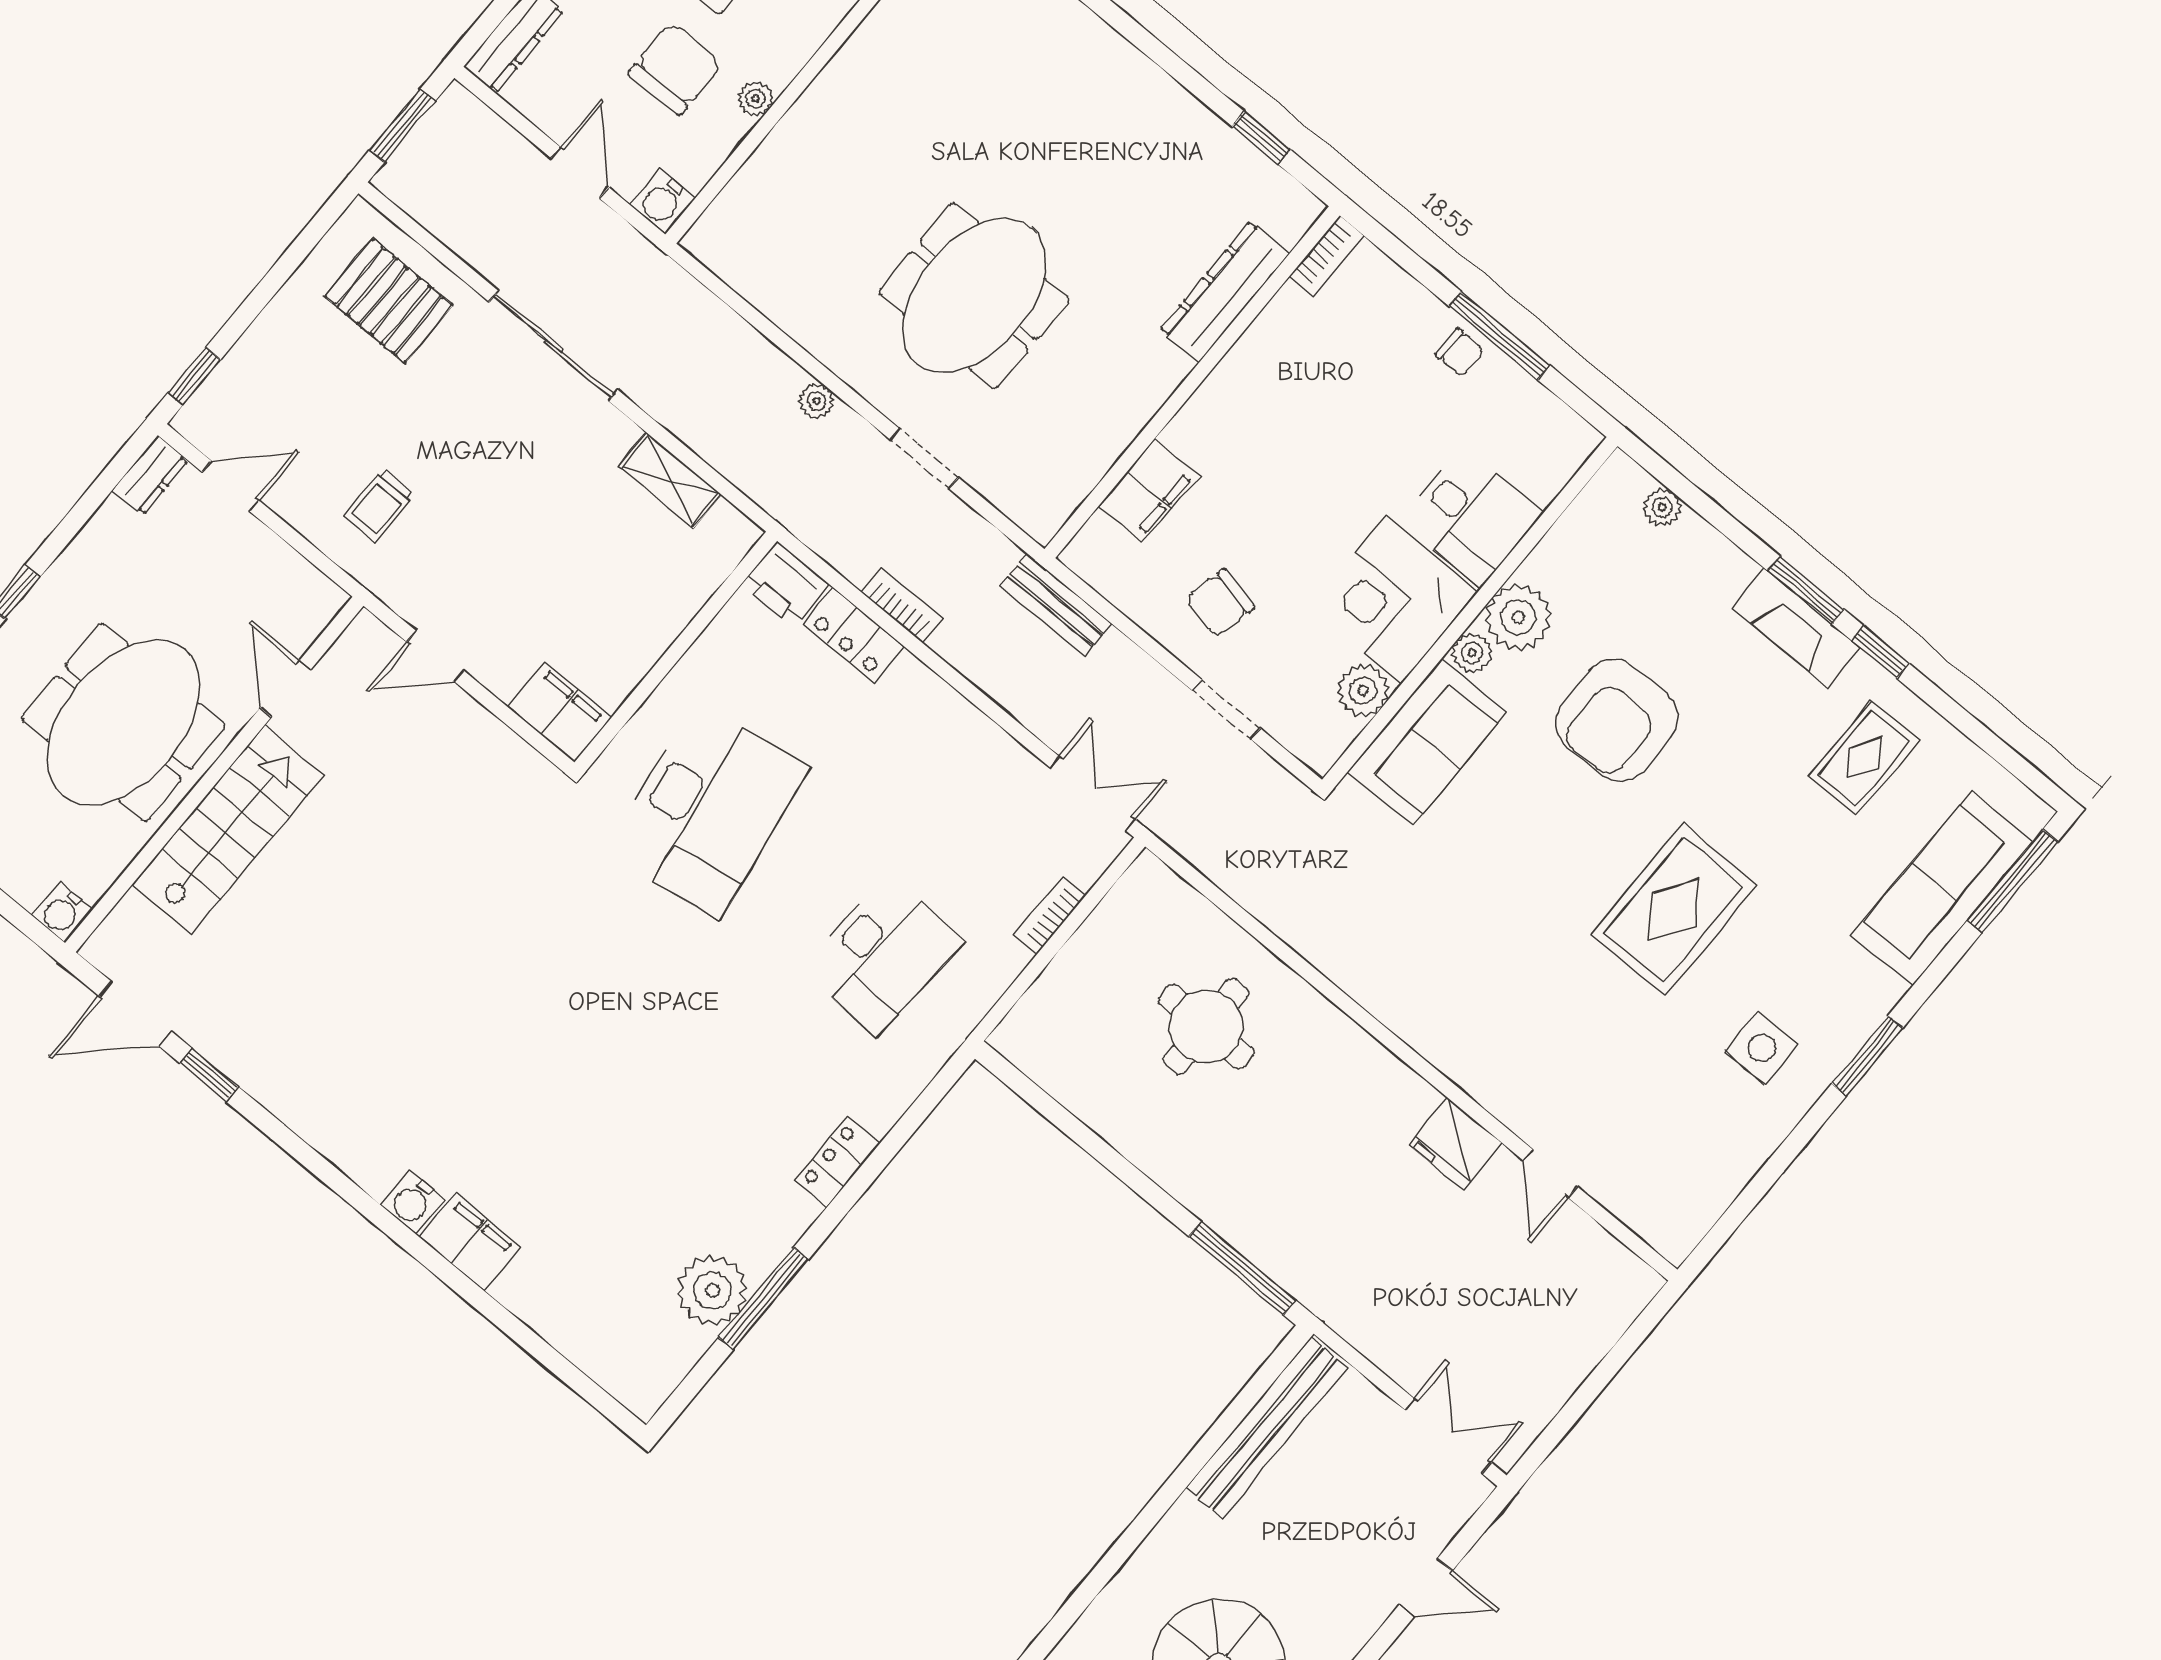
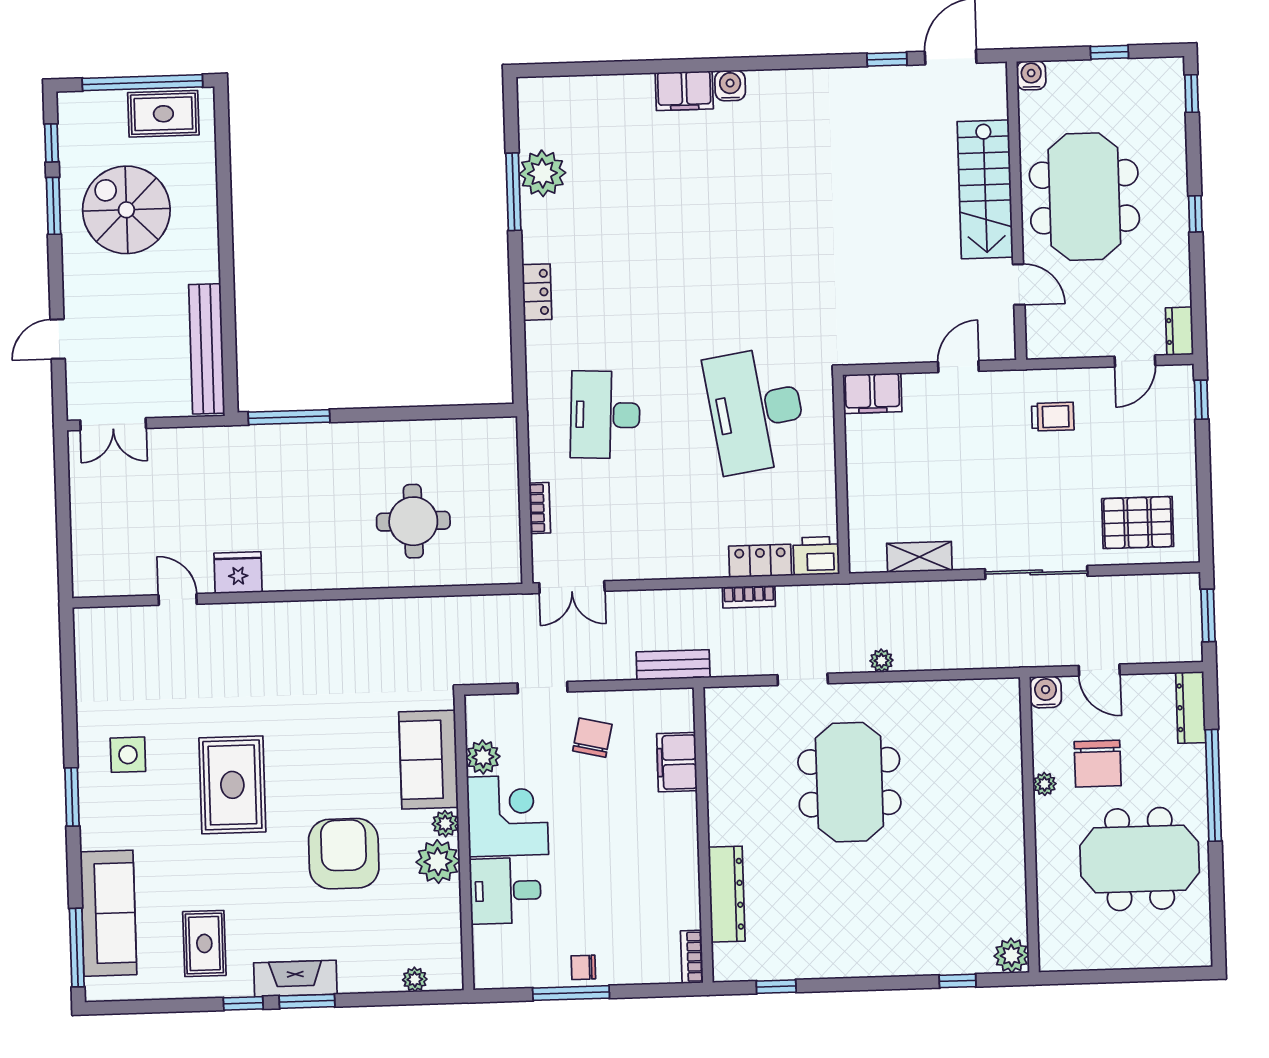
trolley: (379, 505) -> (1053, 417), turned 90

